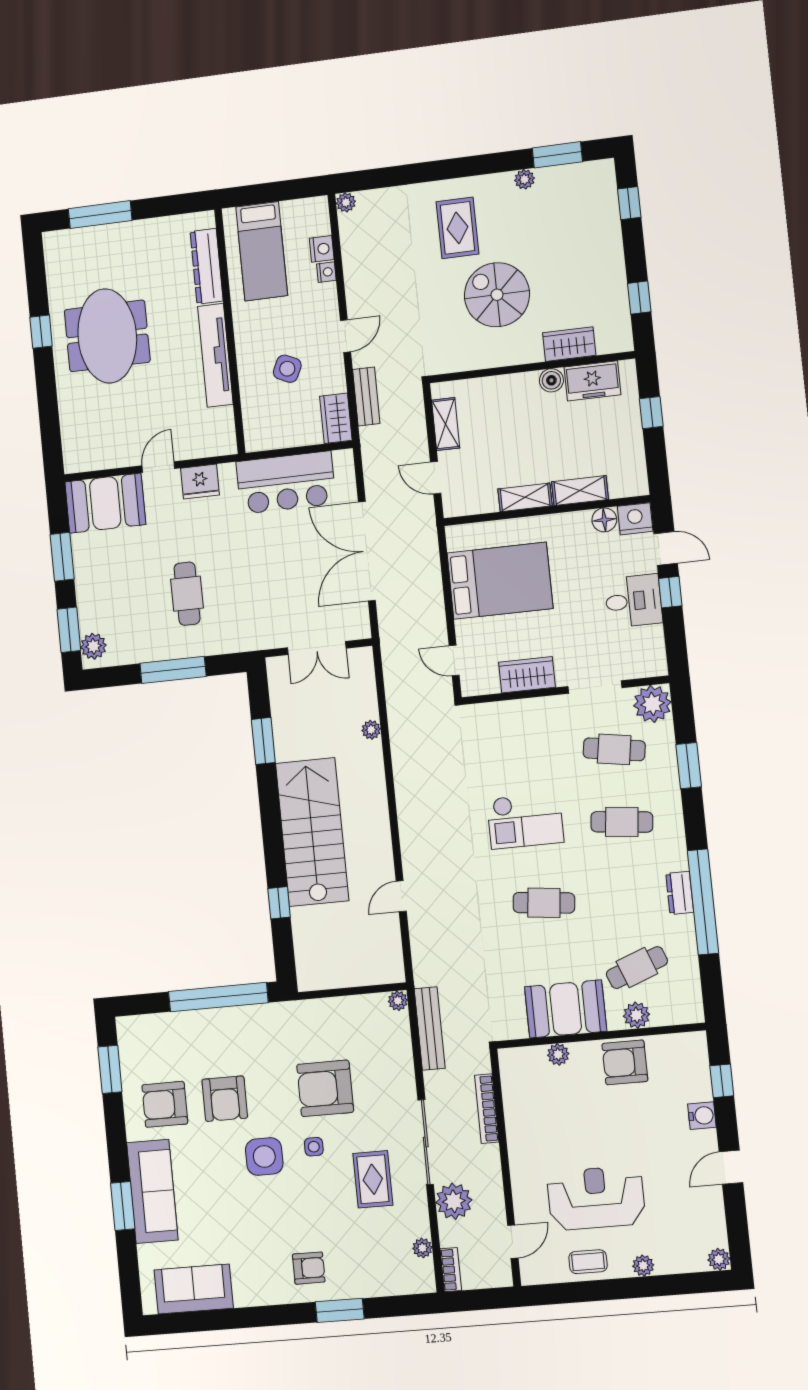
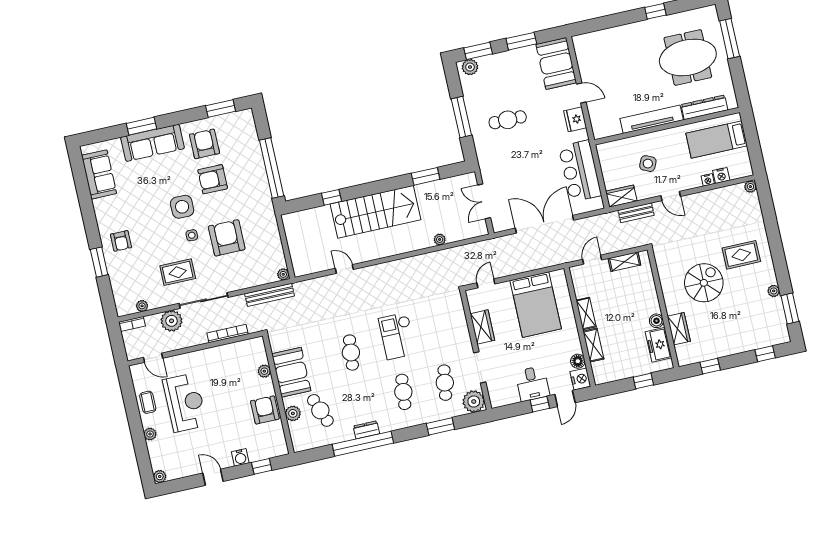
meeting table: (107, 336) -> (688, 57), moved

